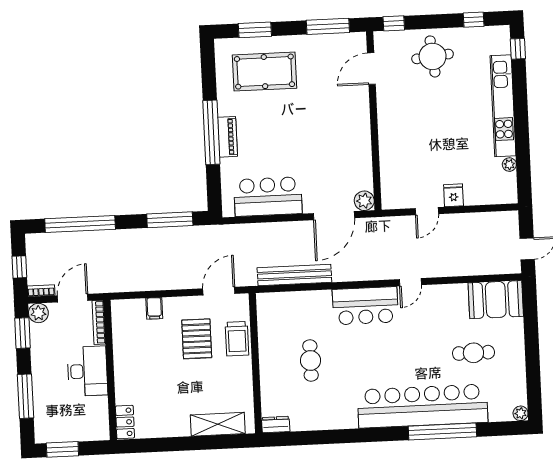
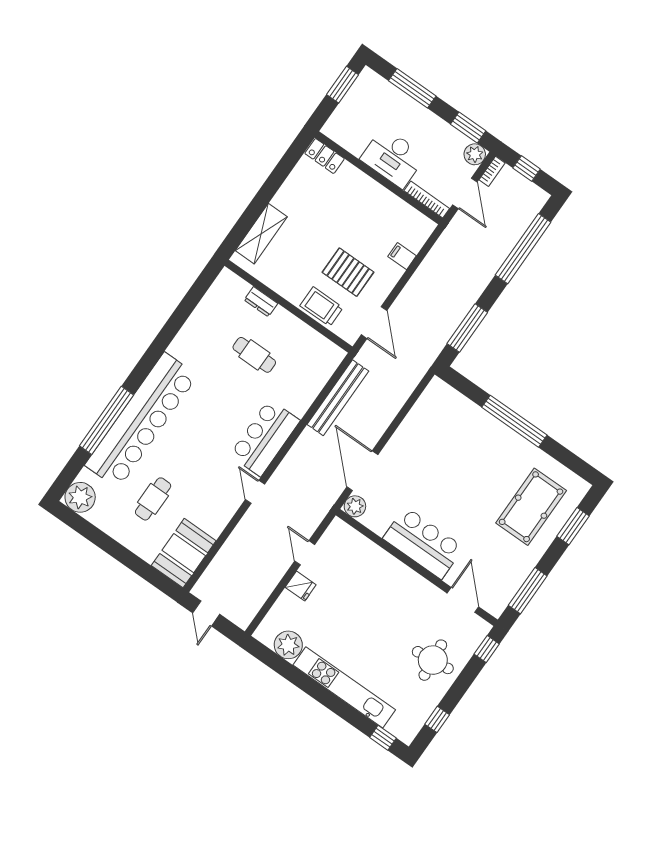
piano: (227, 137) -> (500, 432), removed
plant: (509, 165) -> (288, 645), width x1.88, depth x1.88
bar counter: (268, 197) -> (423, 543), moved, turned -90
plant: (521, 413) -> (80, 497), width x1.88, depth x1.88
dresser: (276, 425) -> (261, 302), moved, turned 90

